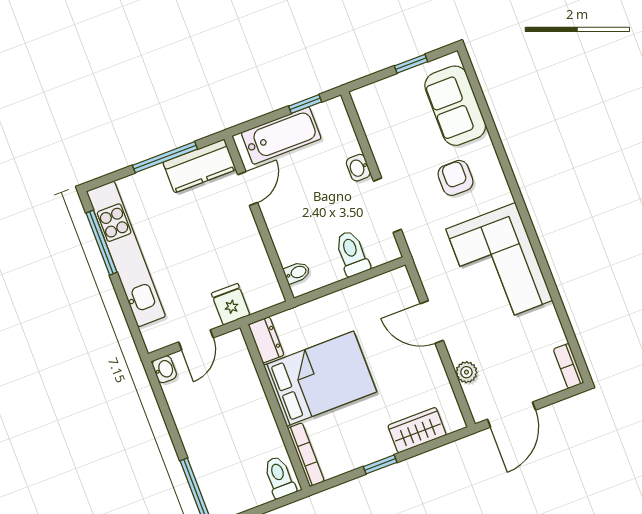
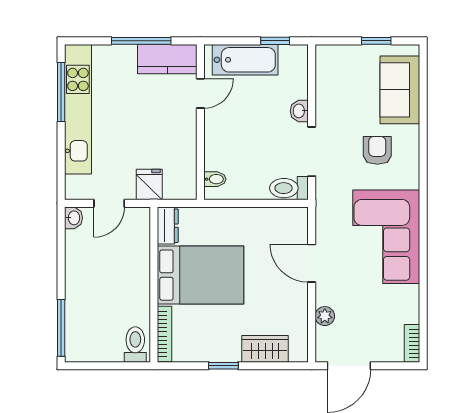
toilet: (352, 253) -> (289, 188), moved, turned -90

